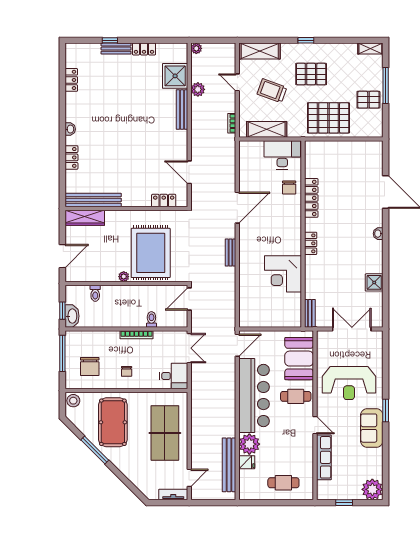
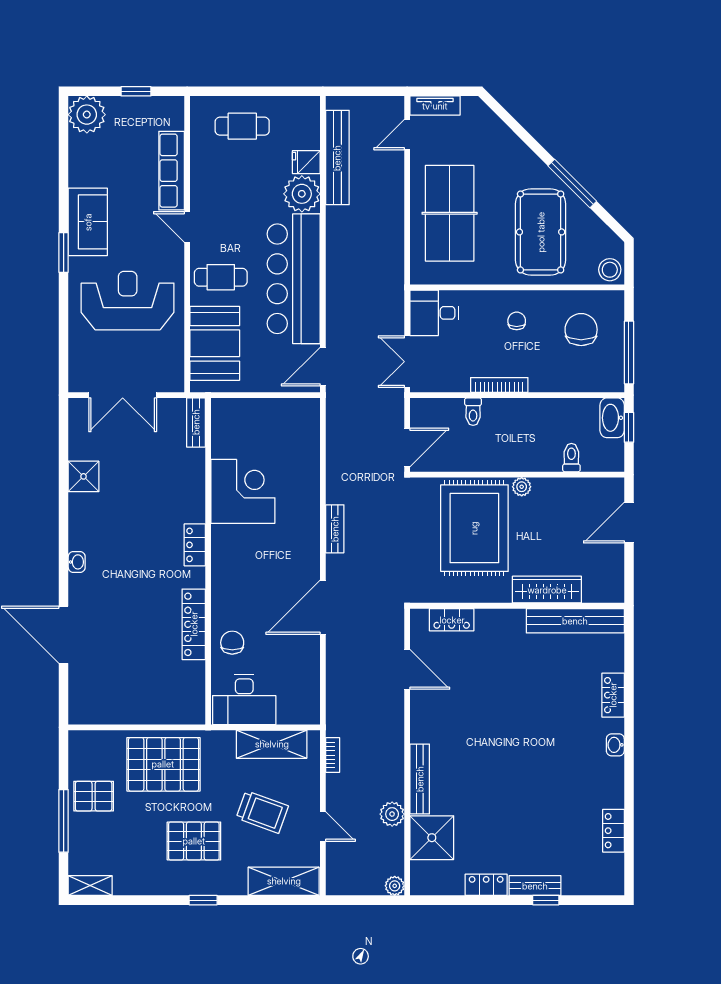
wardrobe: (85, 218) -> (547, 590), moved

